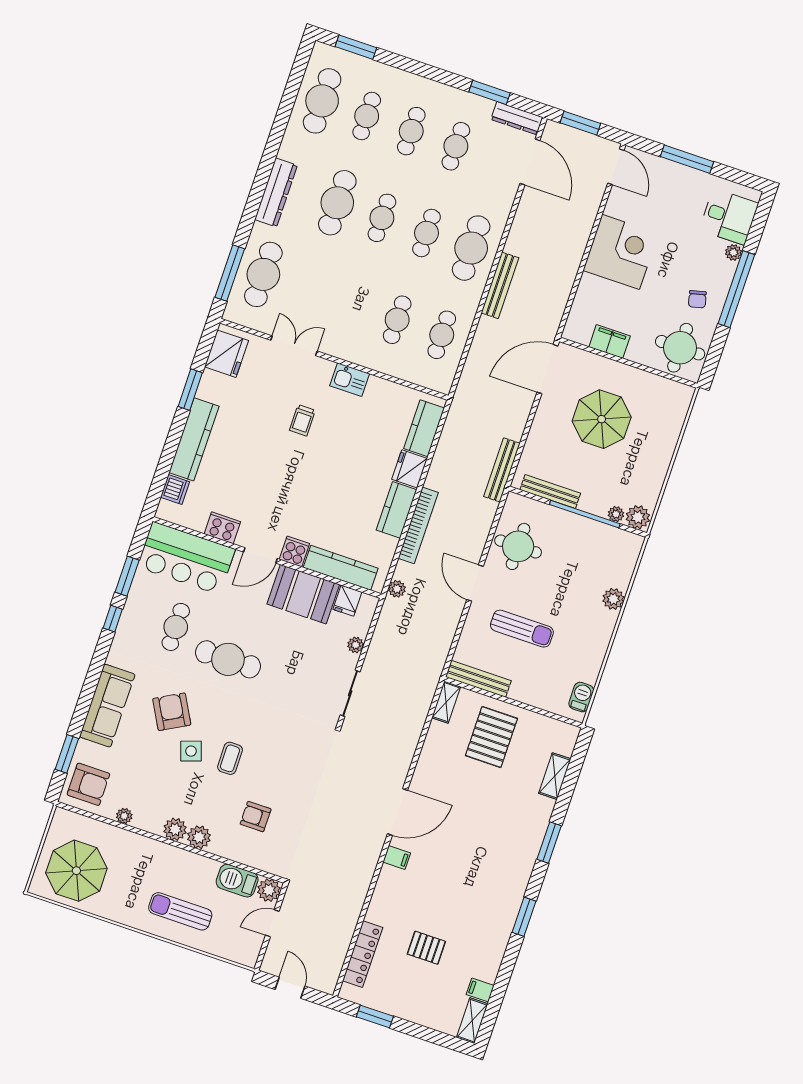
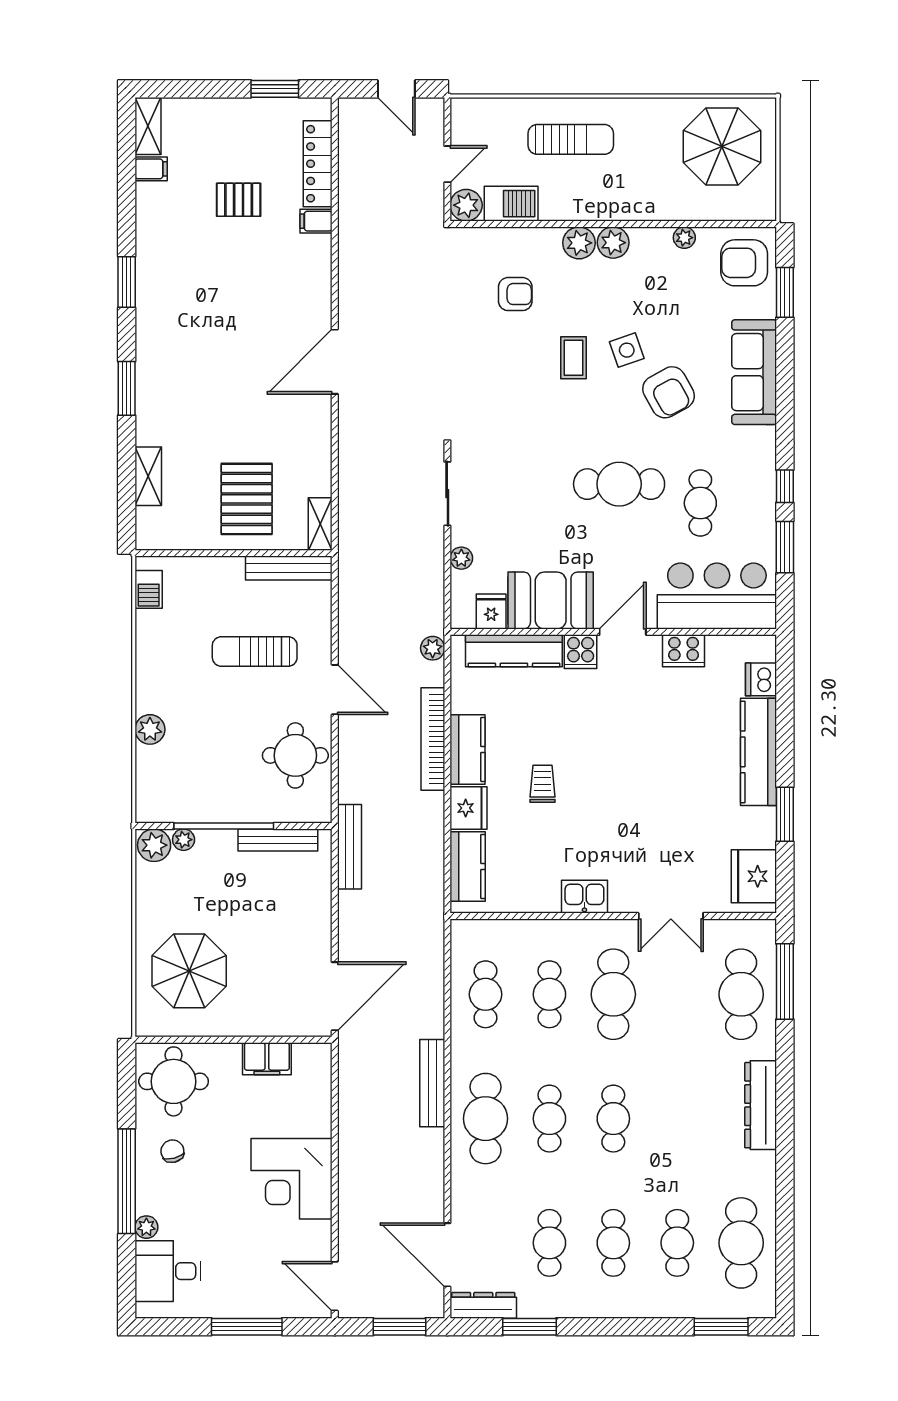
cafe table: (337, 203) -> (613, 994), moved
parasol: (602, 419) -> (189, 971), moved
trolley: (302, 420) -> (543, 784), moved
filing cabinet: (397, 858) -> (316, 221), moved

